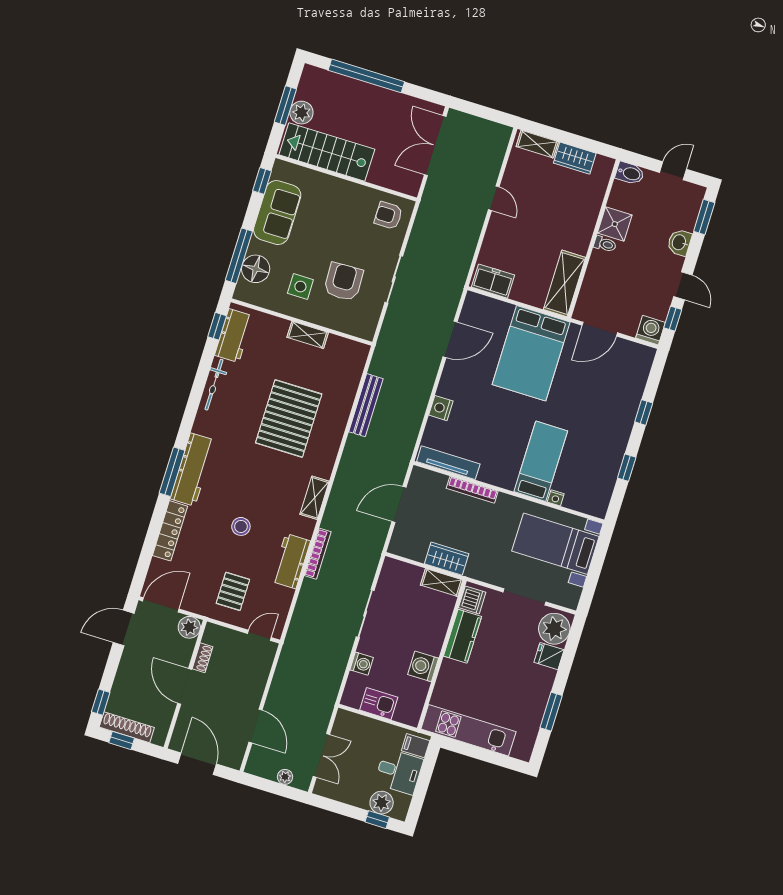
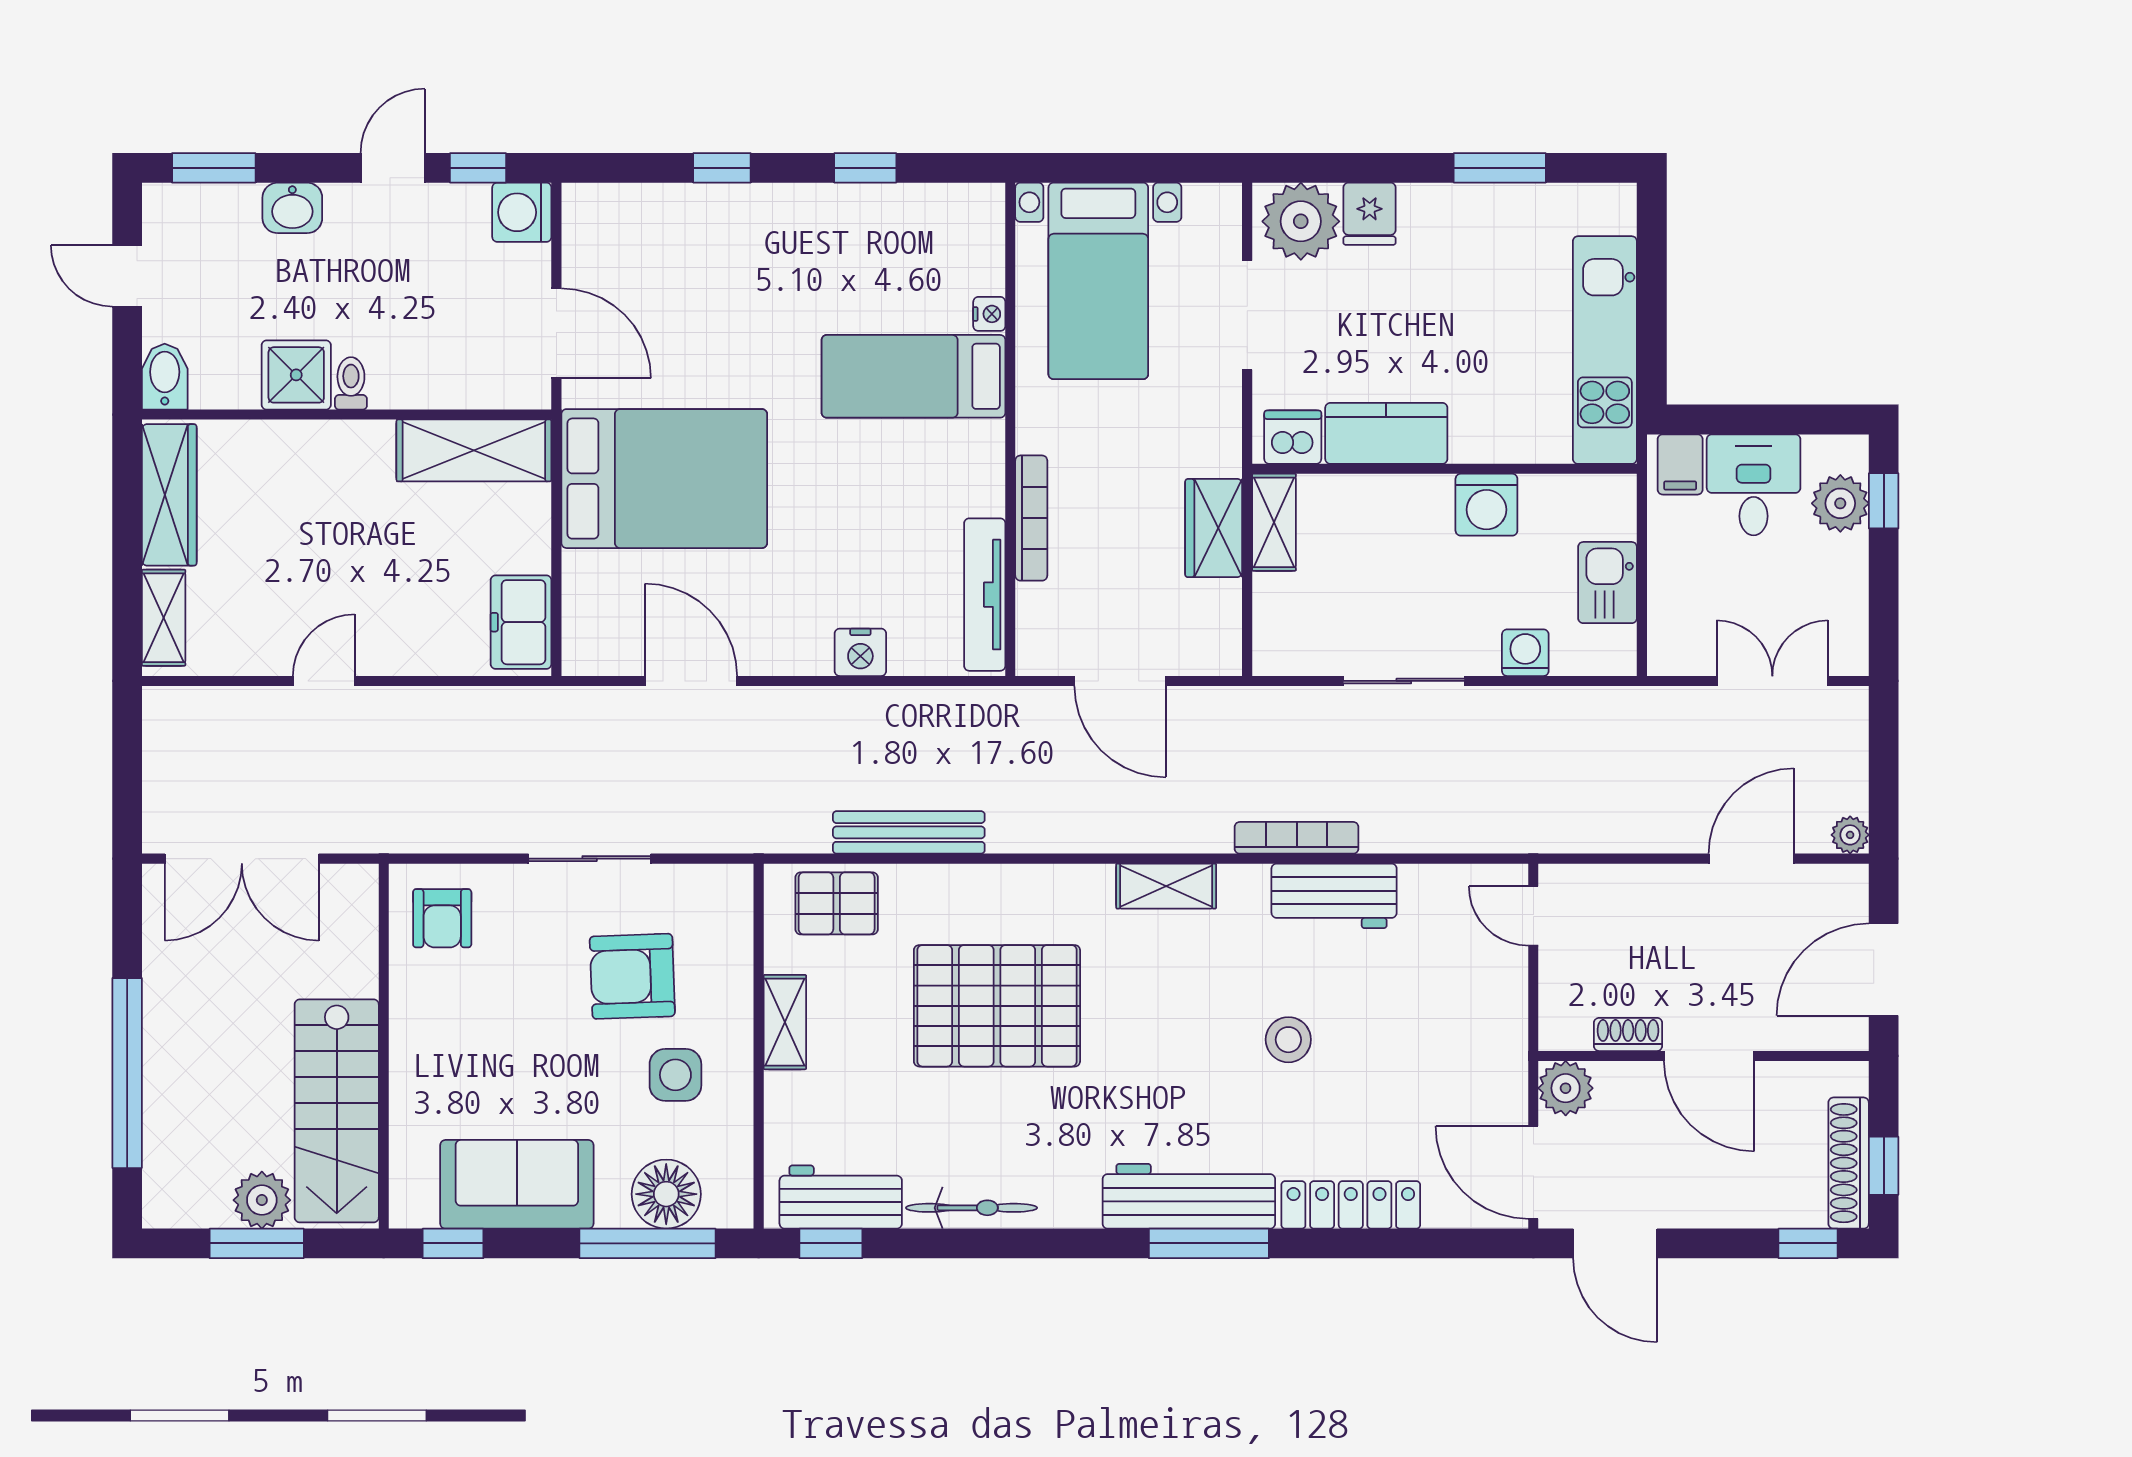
wardrobe: (575, 158) -> (169, 495), width x1.50
pallet: (233, 591) -> (837, 903), moved
door: (185, 686) -> (1709, 1056), hinge flipped
plant: (285, 777) -> (1850, 835), moved

